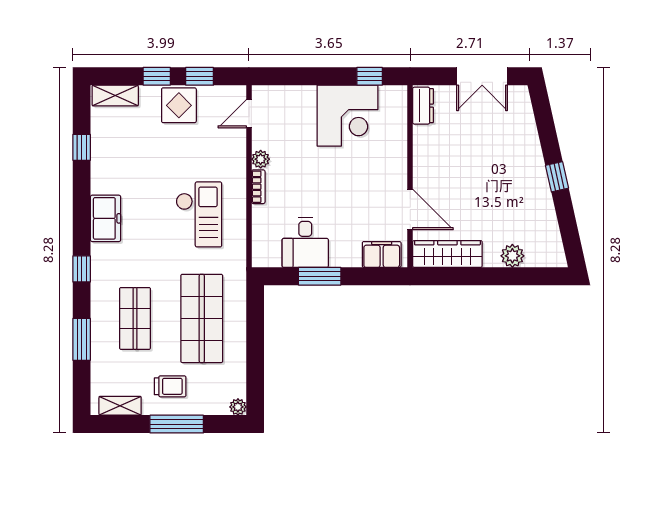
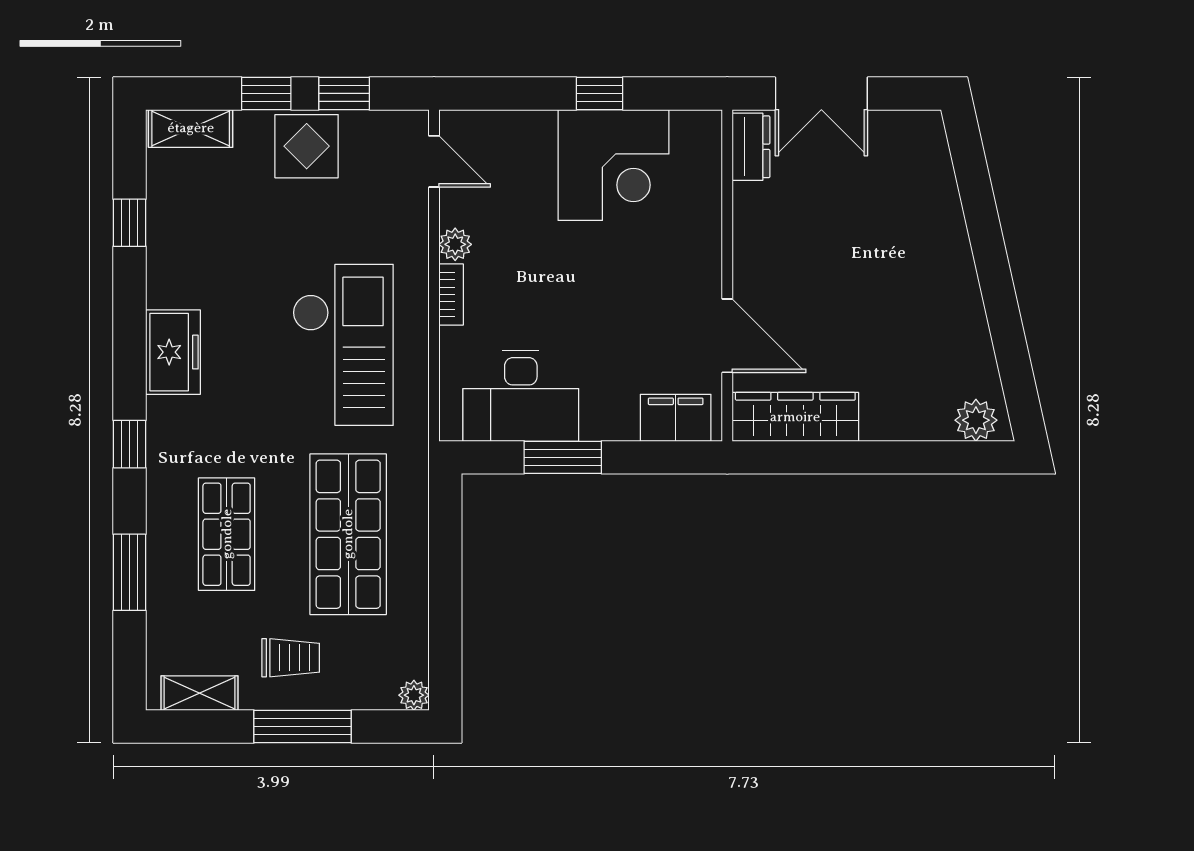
window: (370, 76) -> (600, 93), moved
double door: (482, 76) -> (821, 93), moved
door: (249, 114) -> (434, 161), swing flipped
window: (557, 177) -> (995, 276), removed
checkout: (199, 214) -> (343, 345), width x1.36, depth x1.21
desk: (305, 242) -> (521, 396), width x1.37
plant: (512, 256) -> (976, 420), moved

